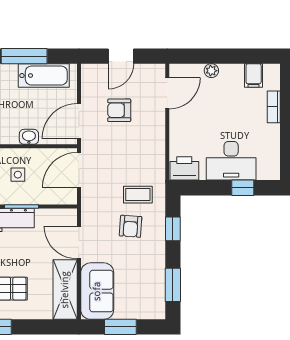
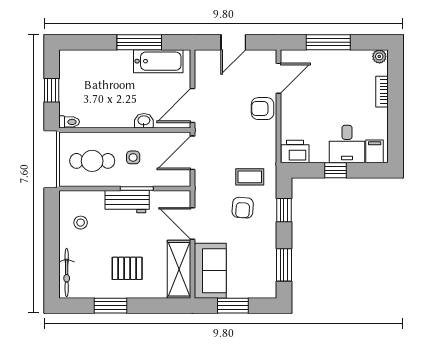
window: (218, 56) -> (328, 42), added
plant: (211, 71) -> (379, 56), moved
filing cabinet: (254, 75) -> (375, 151), moved, turned 180
armchair: (119, 110) -> (263, 109), moved
desk: (231, 161) -> (347, 144), width x0.73
window: (243, 188) -> (335, 170), moved

